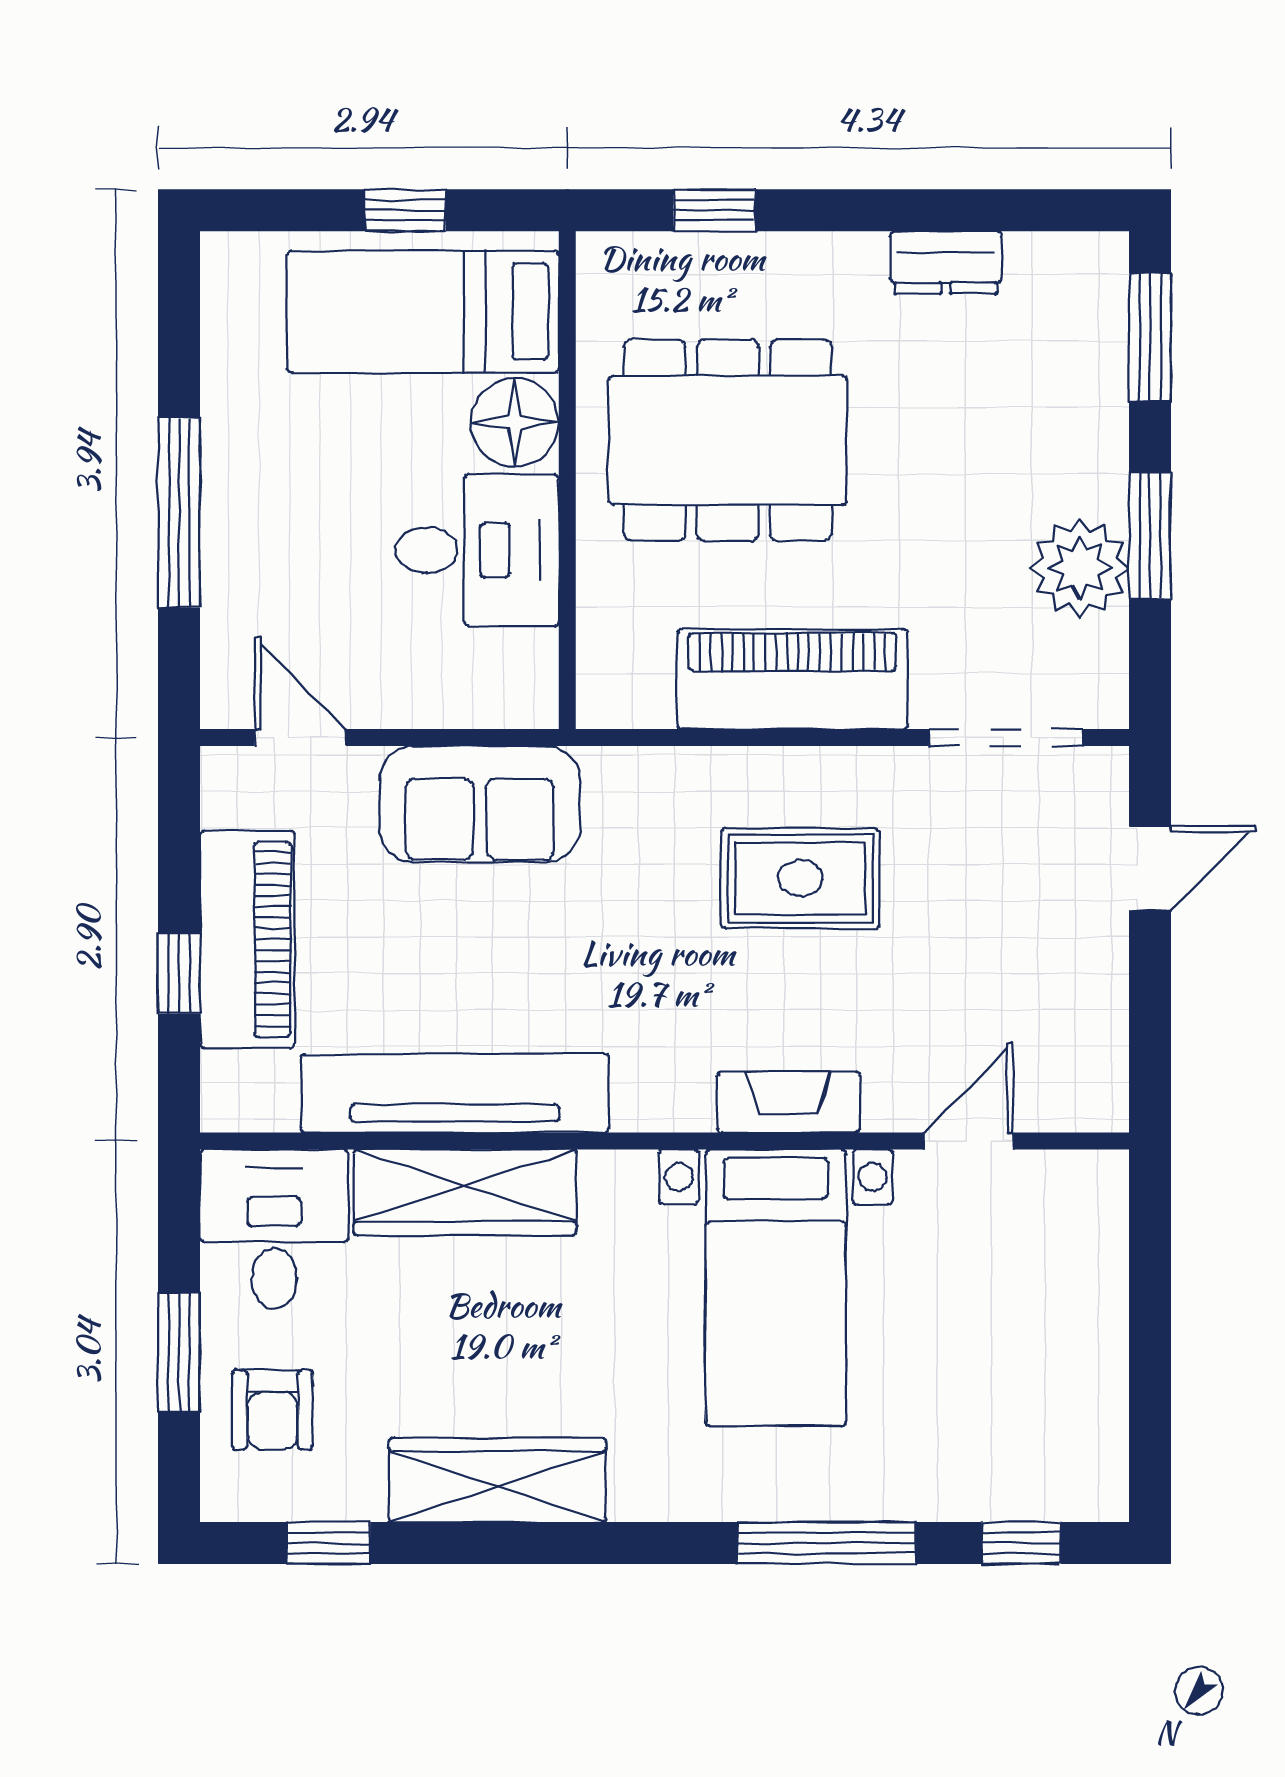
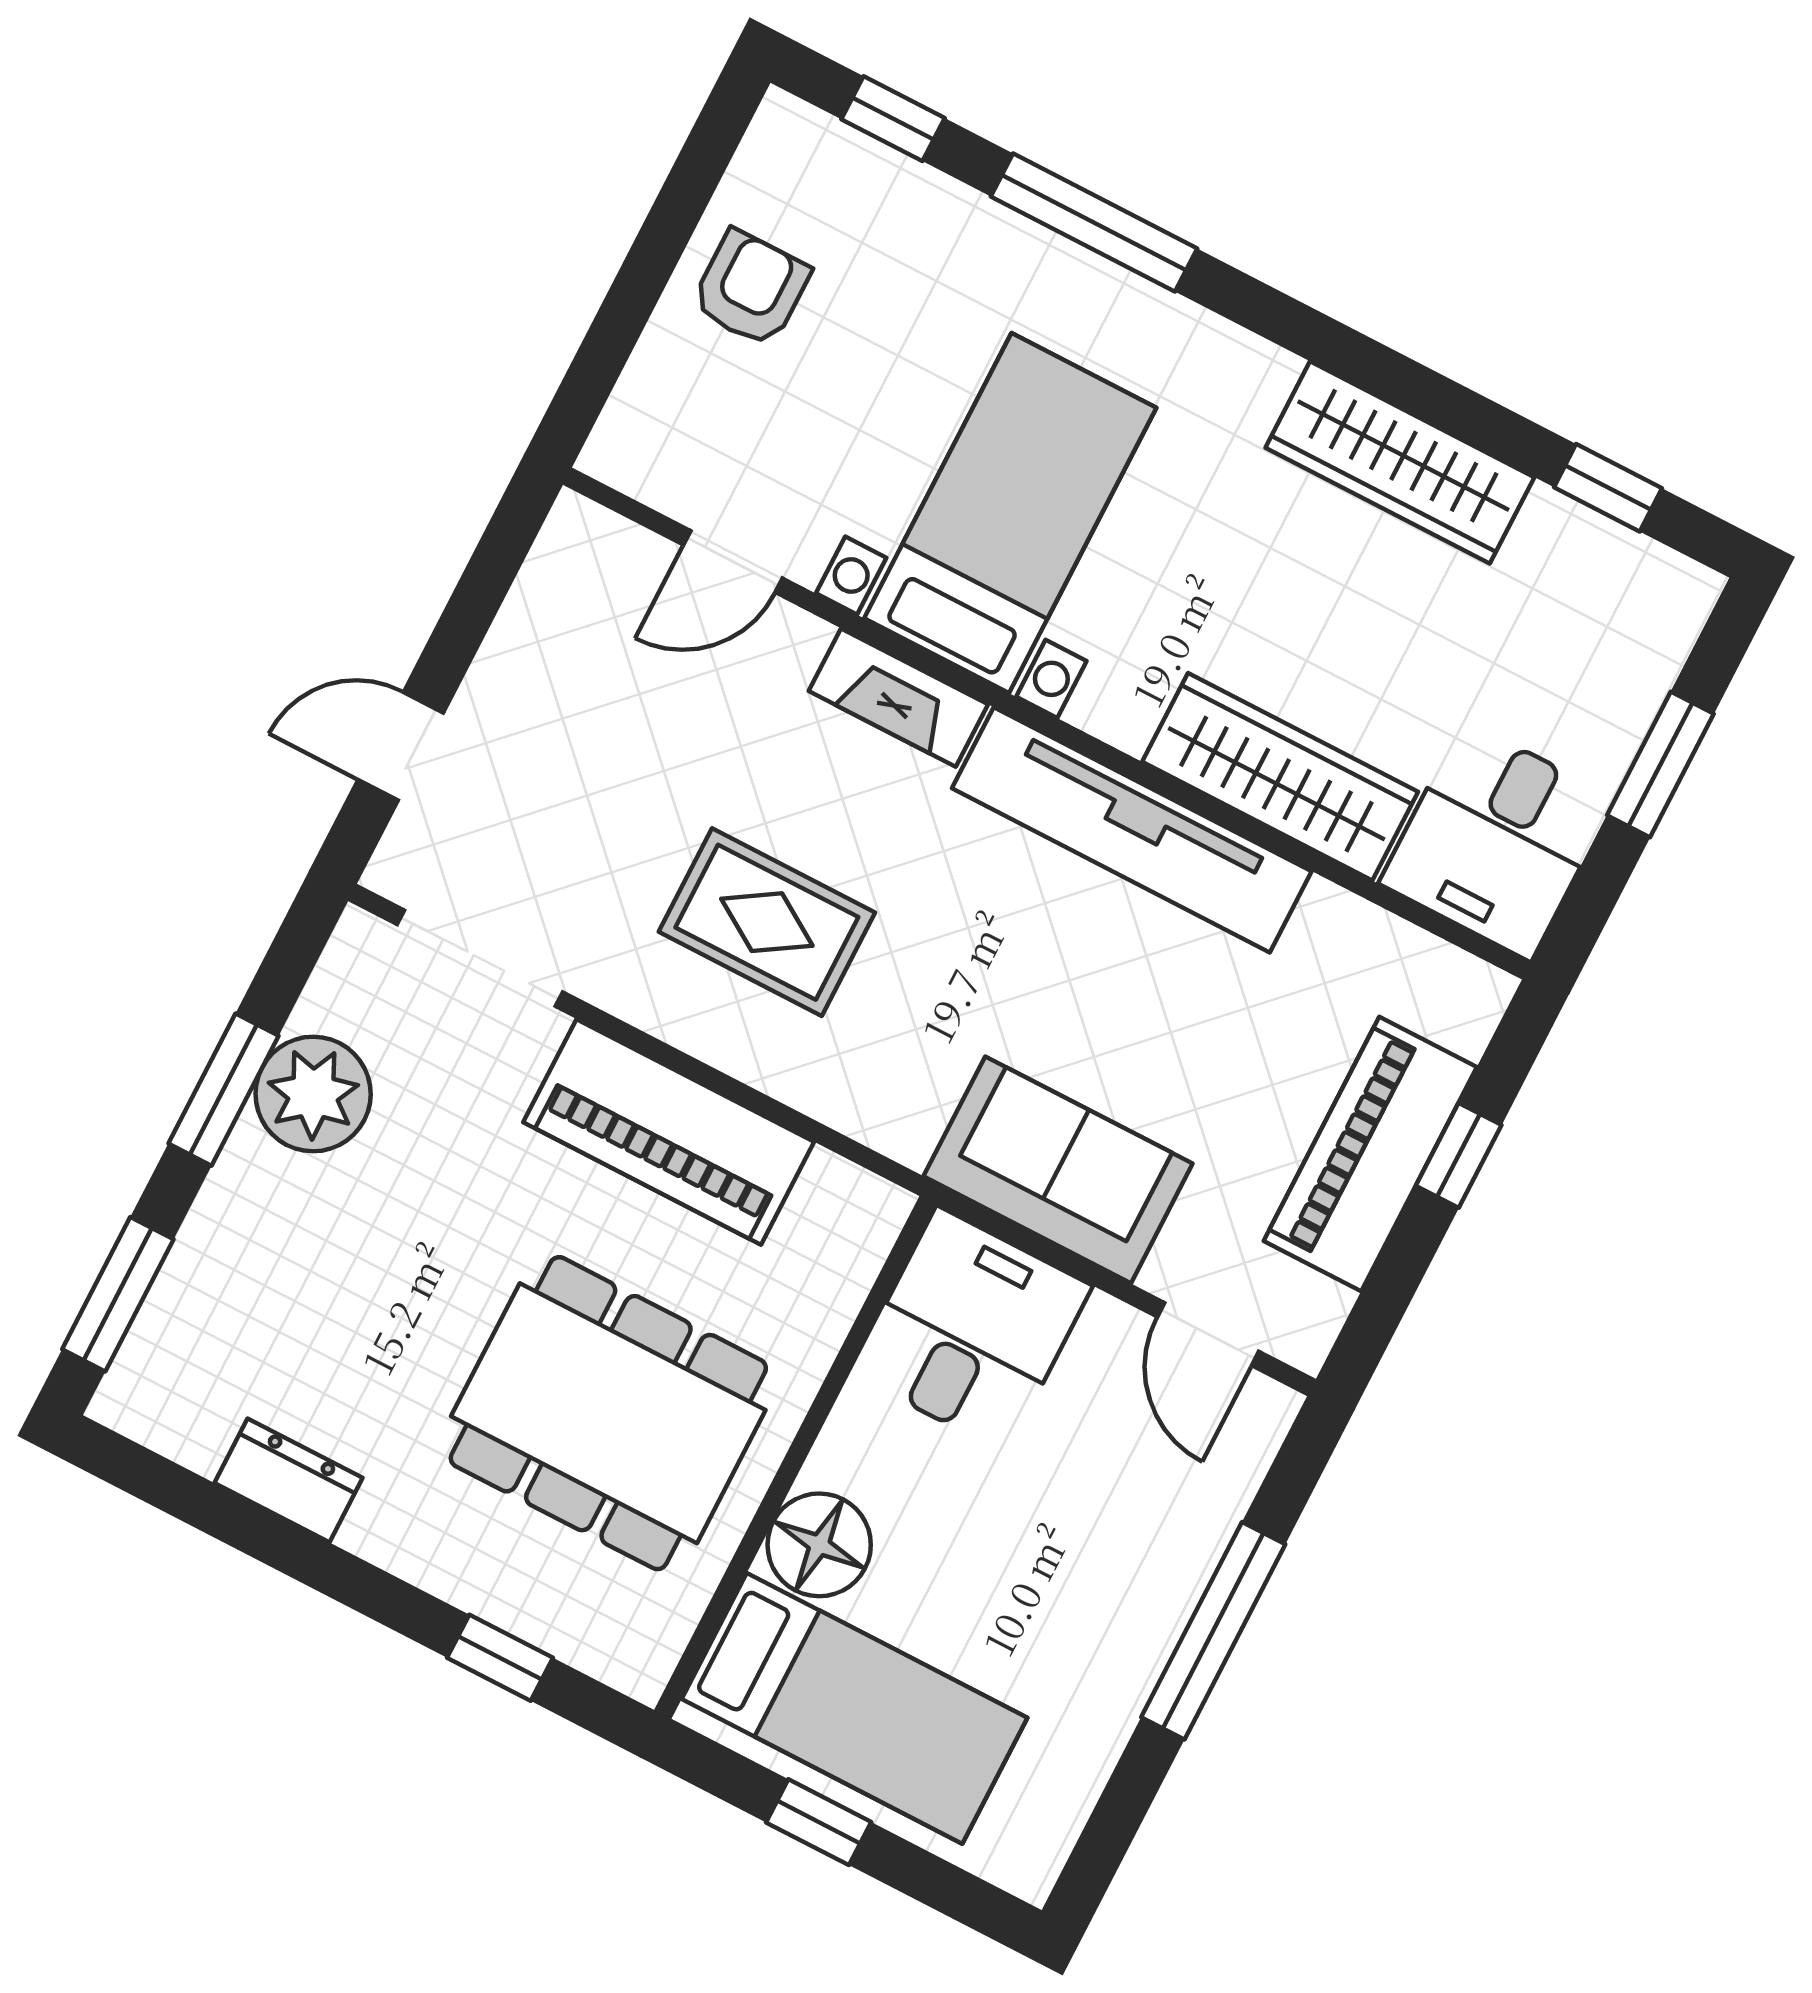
desk: (477, 550) -> (971, 1330), moved, turned 90
tv unit: (455, 1093) -> (1132, 830), moved
armchair: (272, 1410) -> (751, 288), moved

